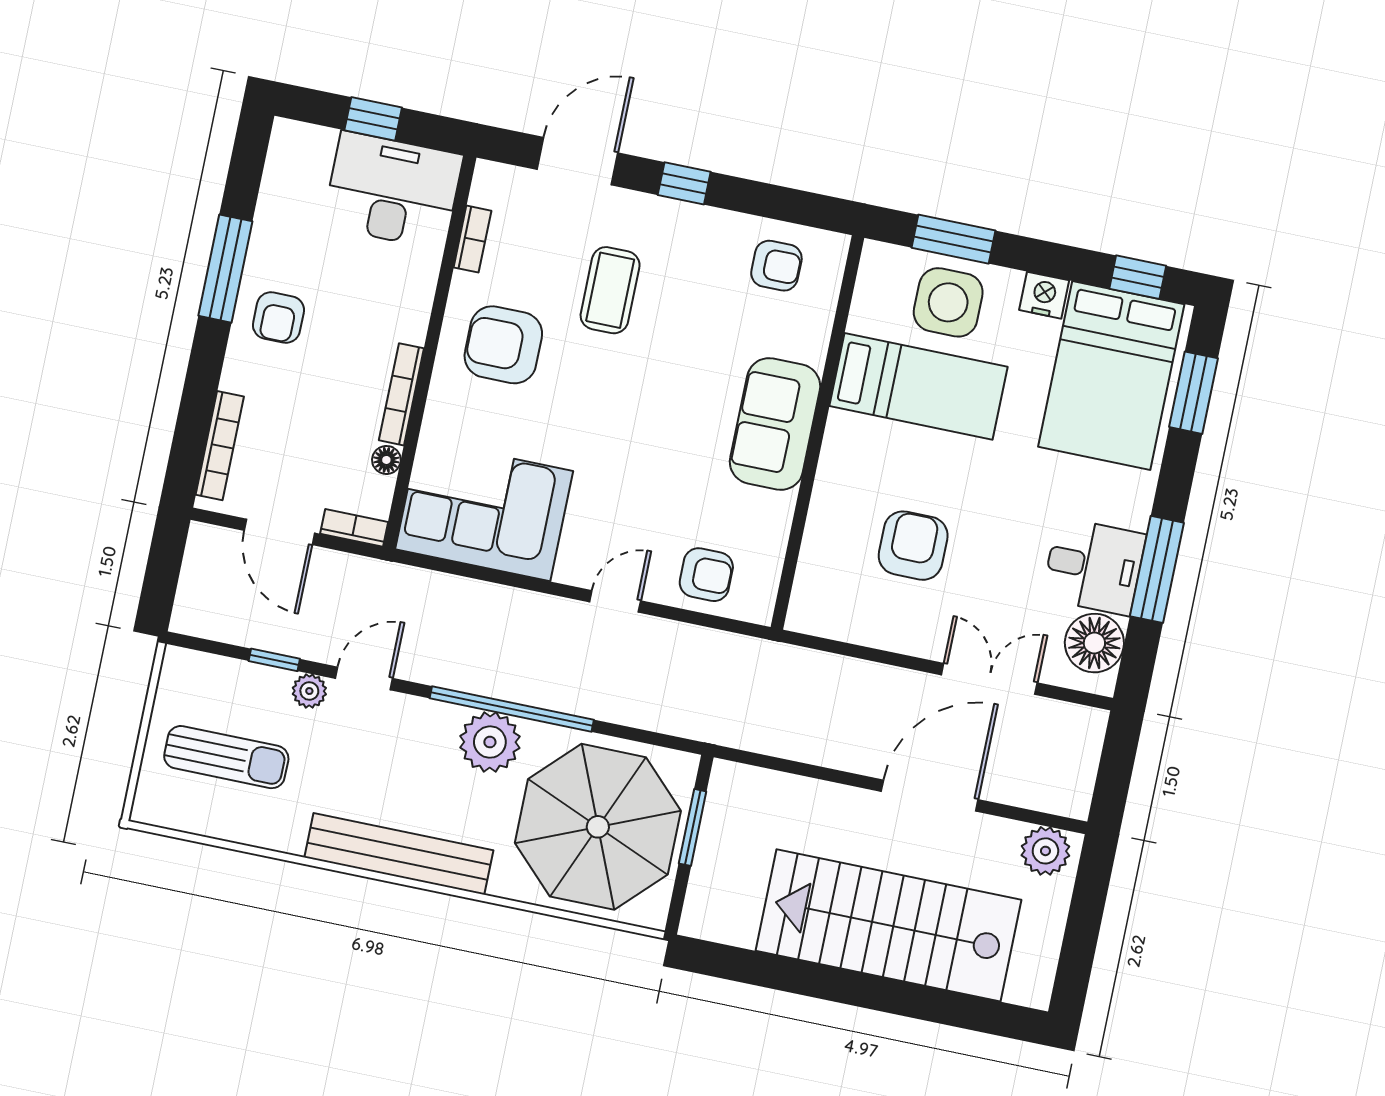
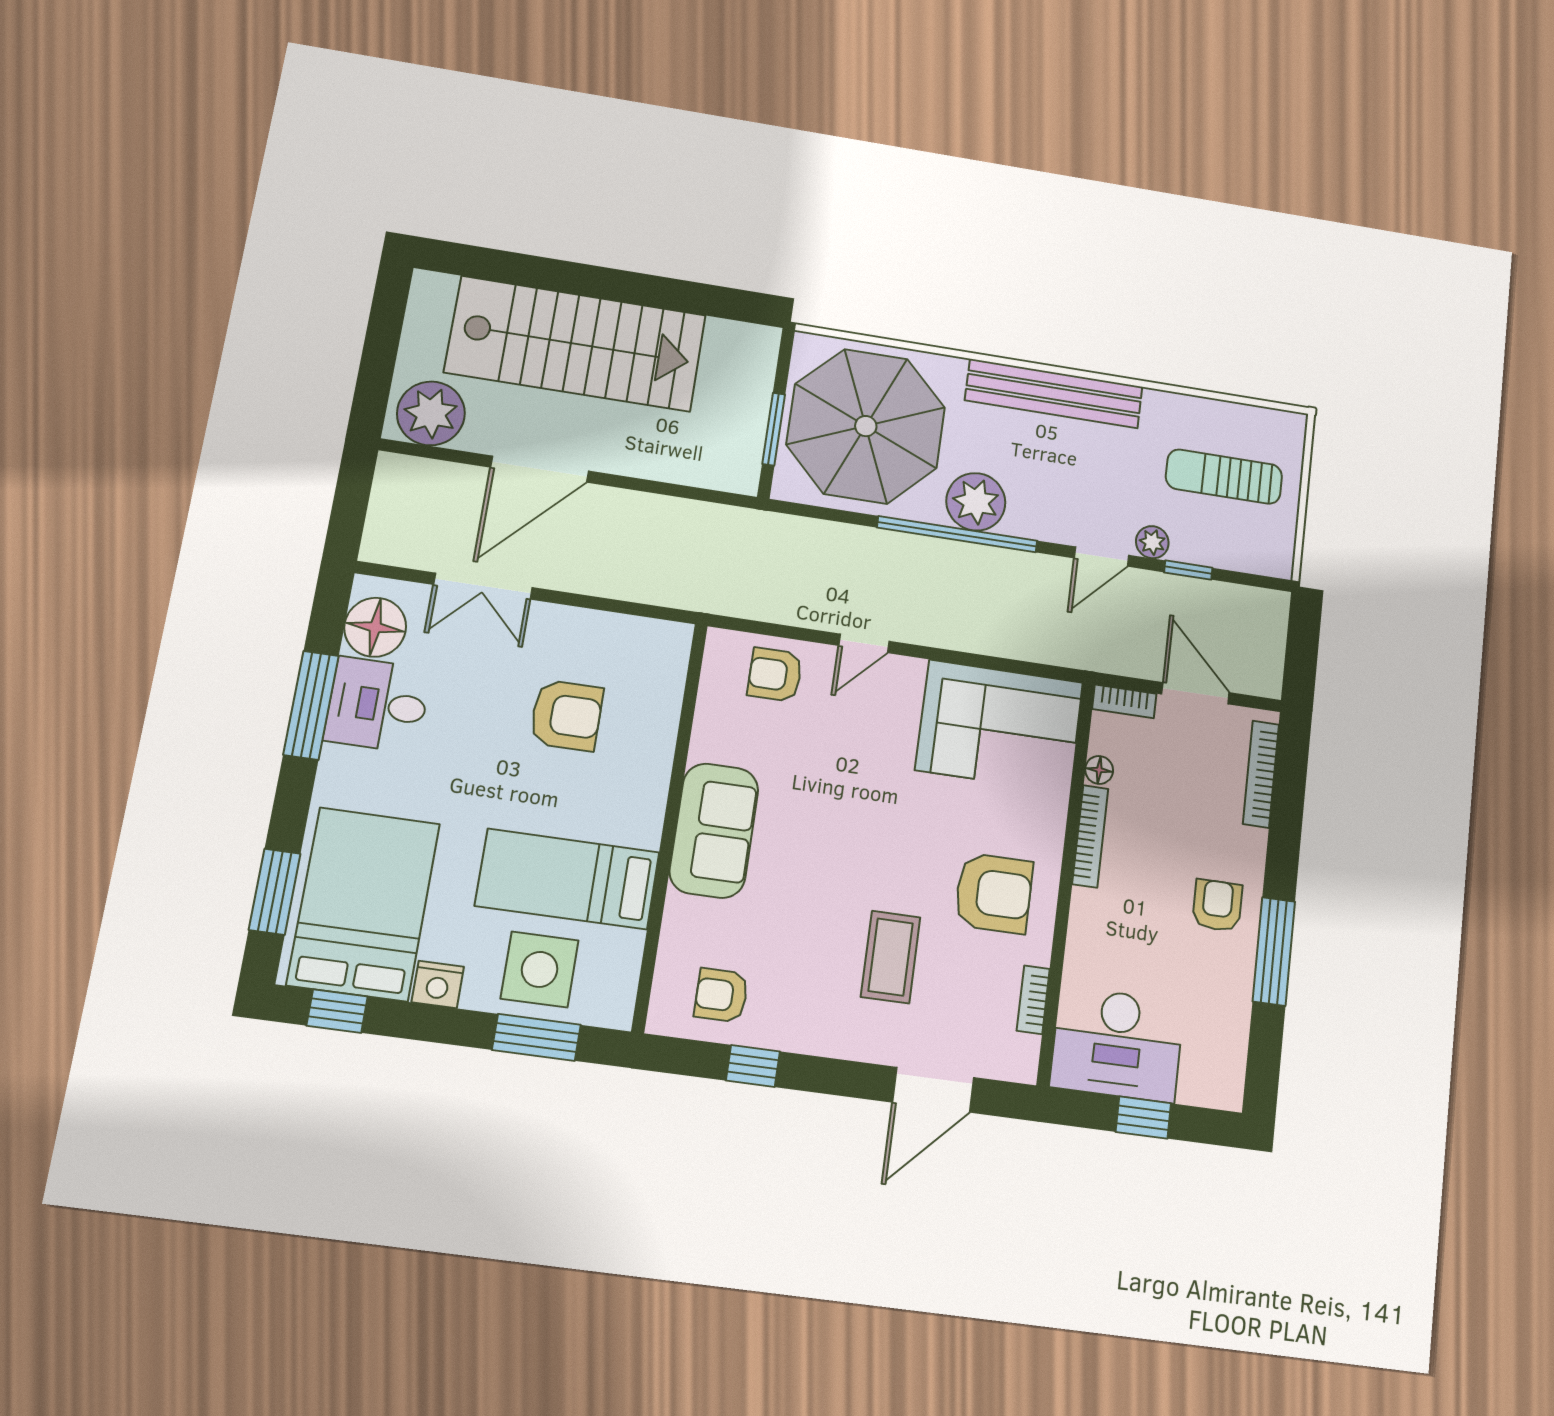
window: (684, 183) -> (753, 1066), moved
armchair: (913, 546) -> (566, 715), turned -90
plant: (1045, 851) -> (431, 413), width x1.36, depth x1.36

